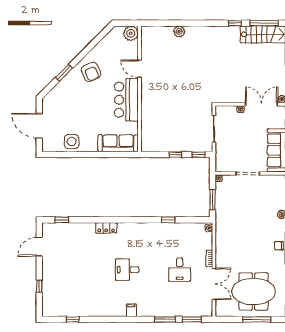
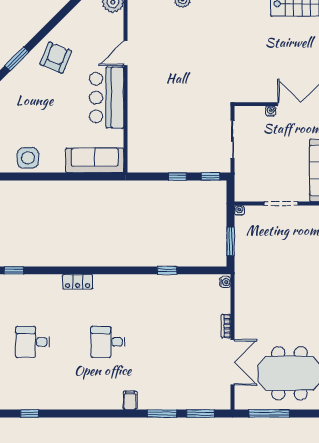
door: (140, 69) -> (126, 53), hinge flipped
armchair: (91, 72) -> (56, 58), turned -135
desk: (180, 270) -> (33, 342), moved, turned 90
filing cabinet: (131, 310) -> (130, 400), moved
window: (257, 319) -> (269, 413), moved

